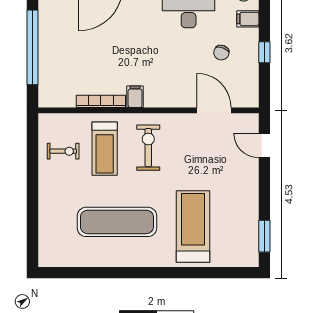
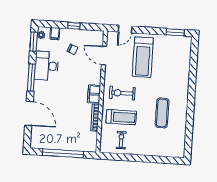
filing cabinet: (135, 97) -> (94, 94), width x2.00
door: (214, 110) -> (104, 56), hinge flipped
exercise mat: (117, 222) -> (162, 113), width x0.73, depth x0.69
treadmill: (193, 227) -> (143, 57), moved, turned -90

